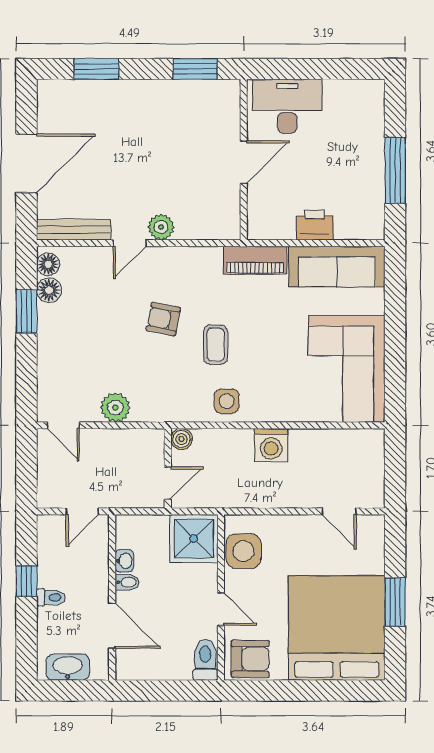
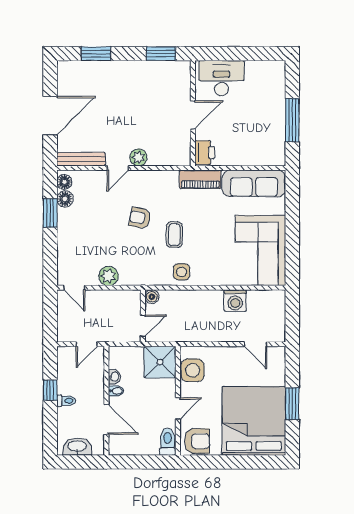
printer: (315, 225) -> (205, 153), moved, turned 90
washing machine: (271, 445) -> (235, 301), moved
door: (221, 609) -> (178, 408), hinge flipped

